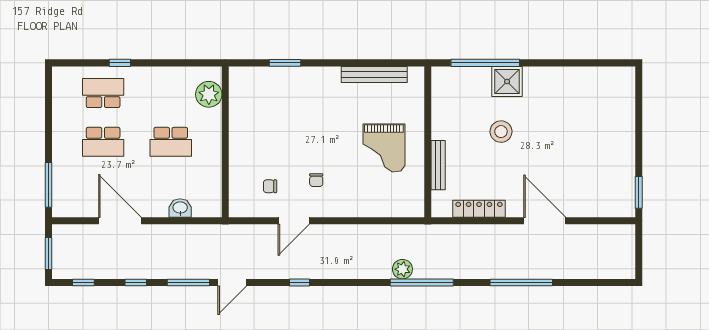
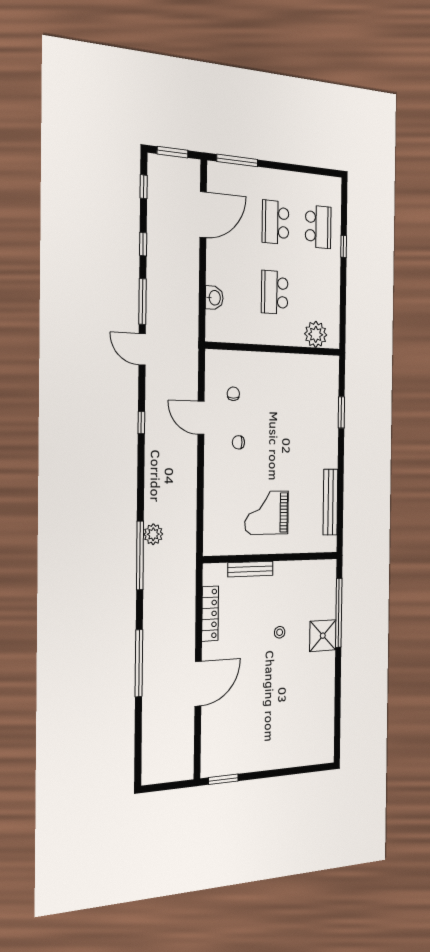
stool: (501, 132) -> (280, 632), width x0.53, depth x0.53
door: (120, 221) -> (203, 215), moved

